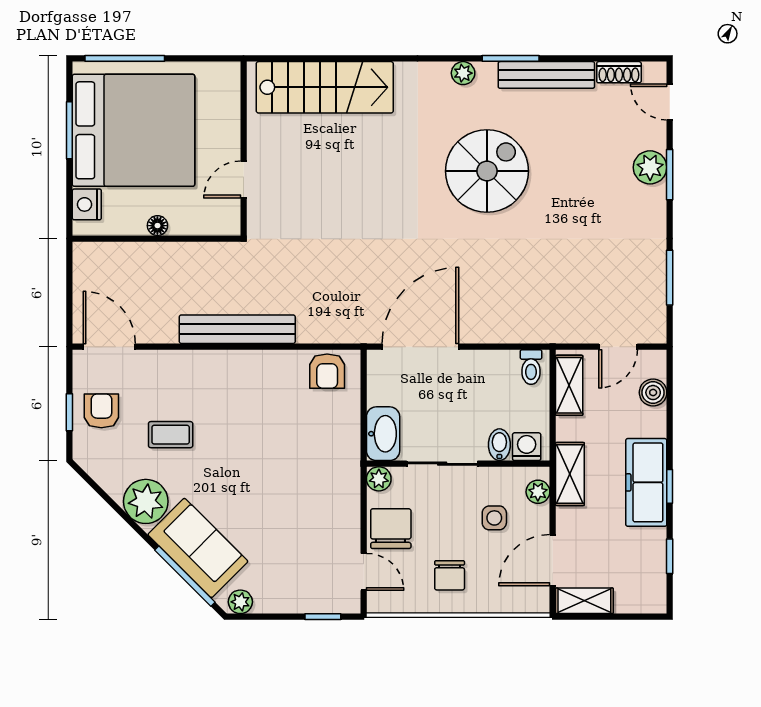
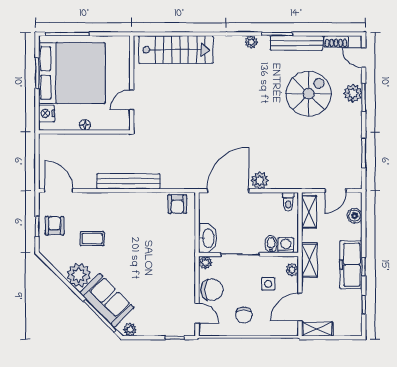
spiral stairs: (487, 171) -> (309, 94), moved
plant: (479, 328) -> (260, 180), added
chair: (391, 529) -> (212, 290), turned 90

